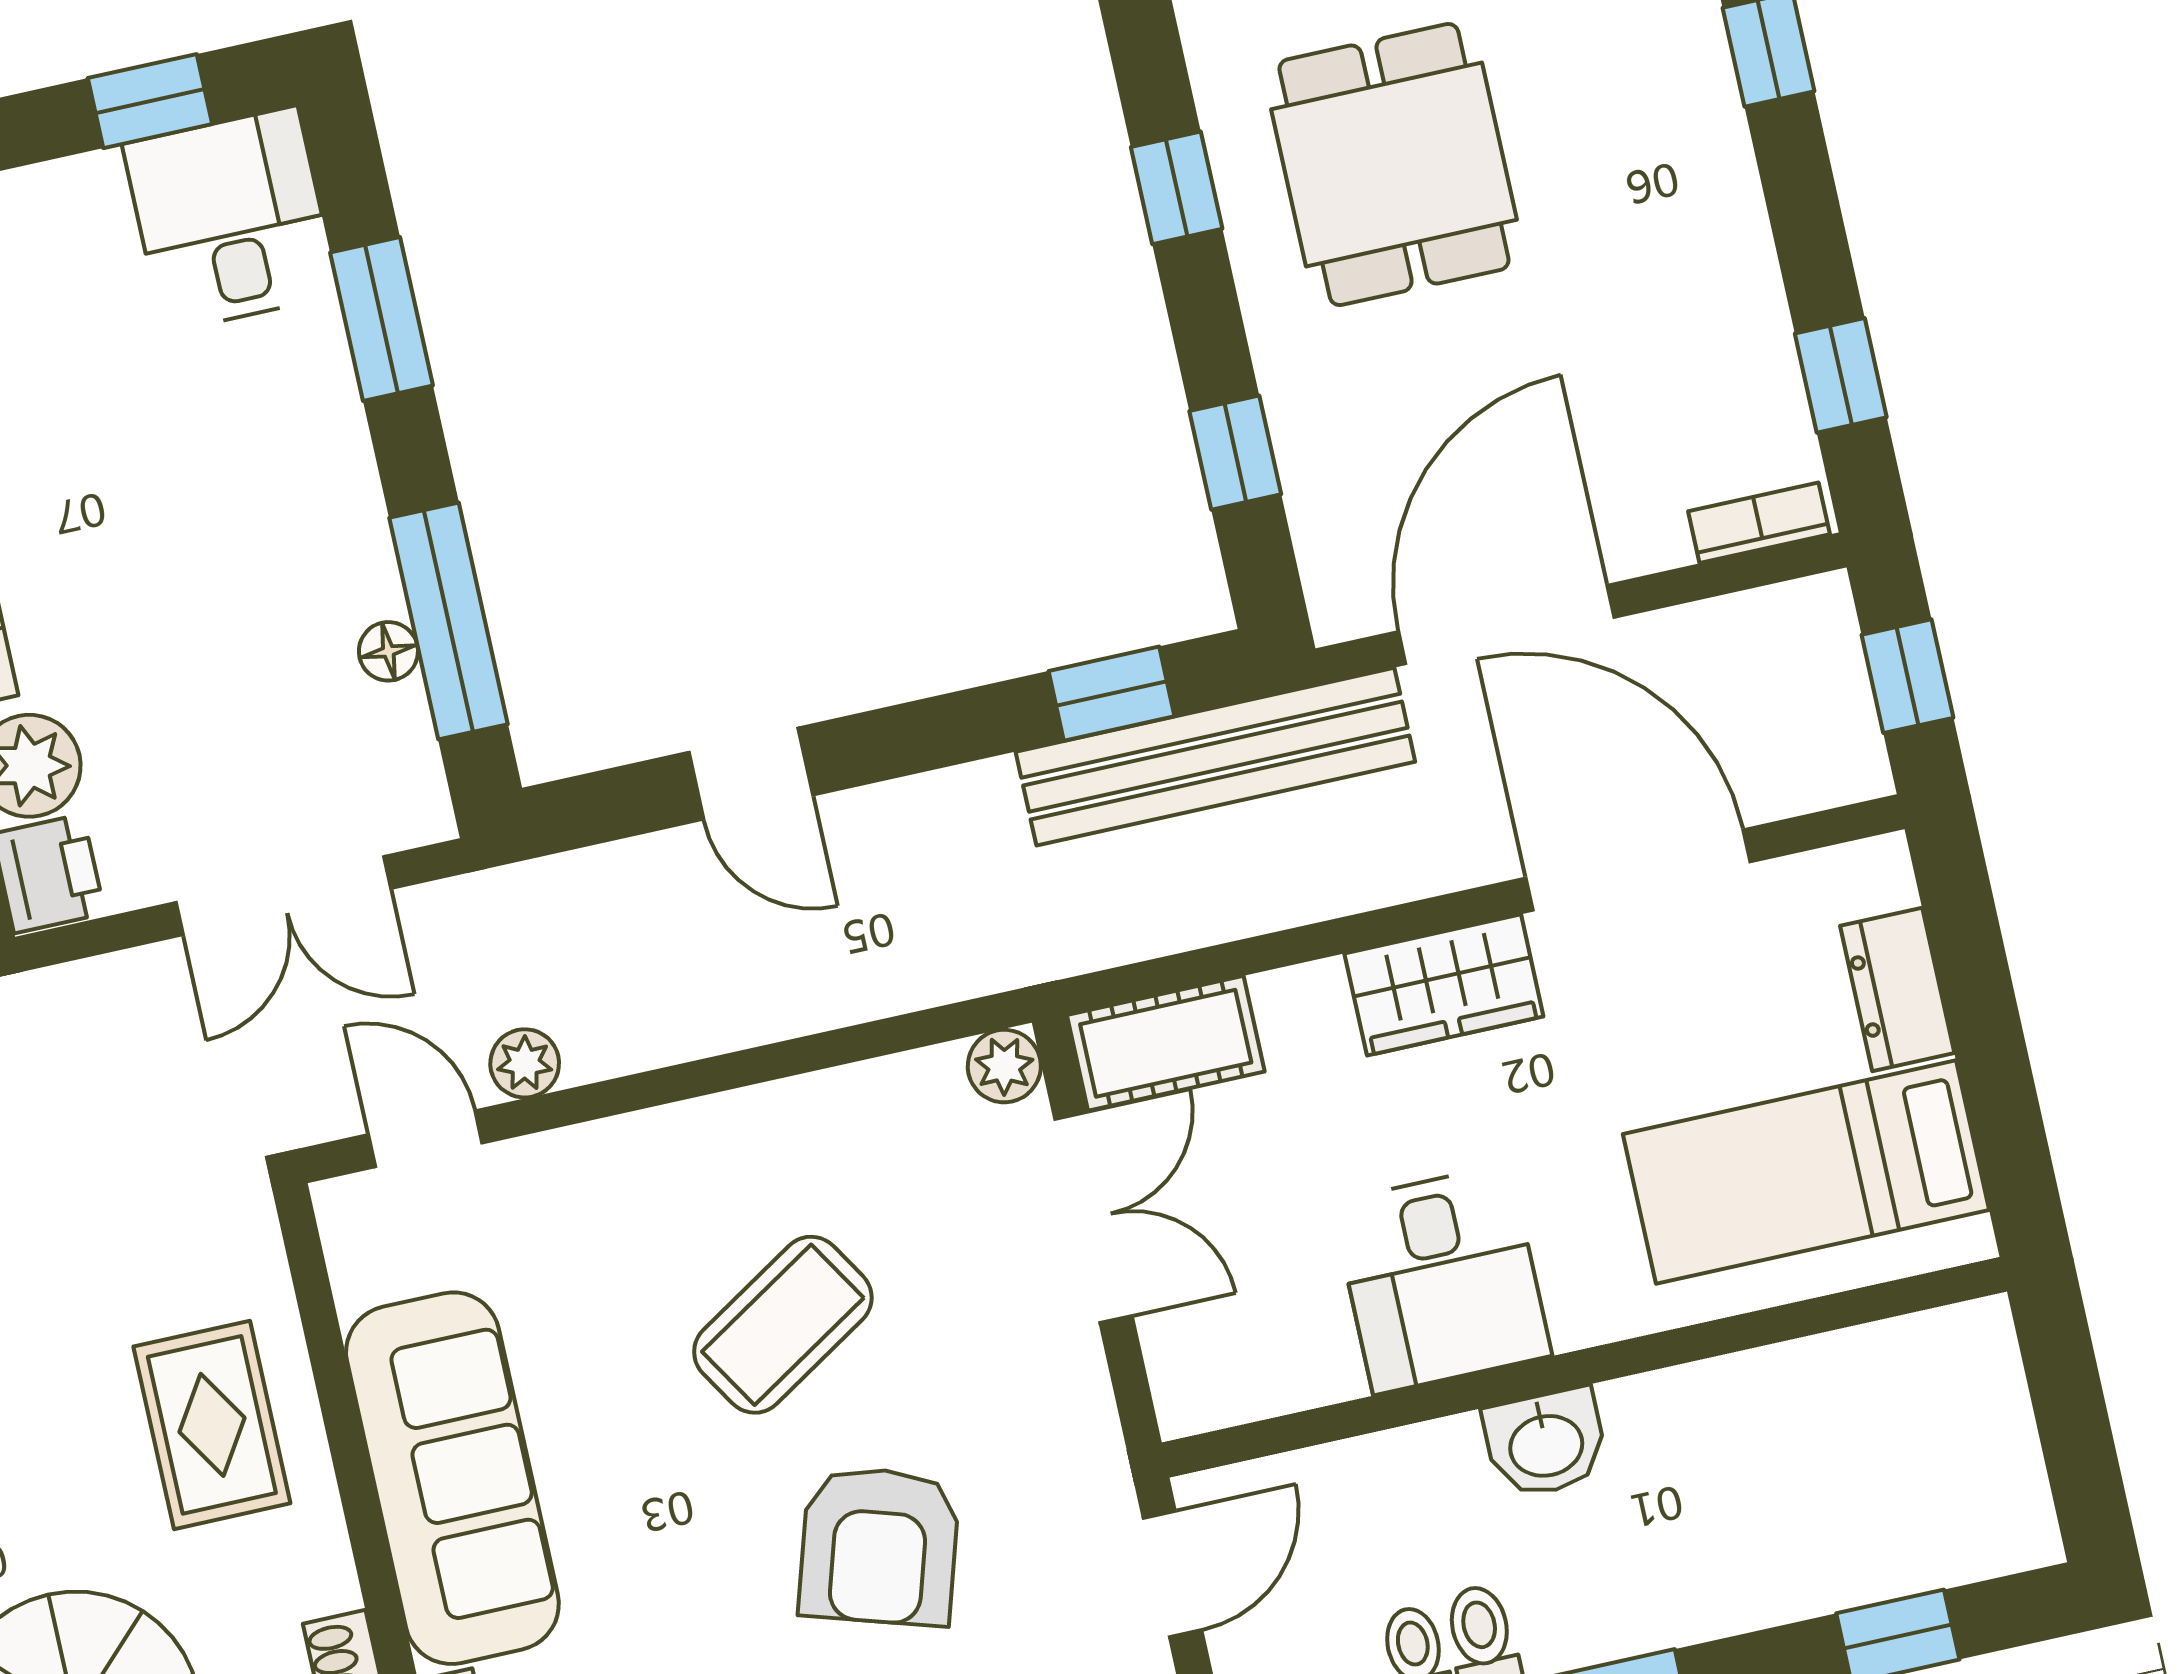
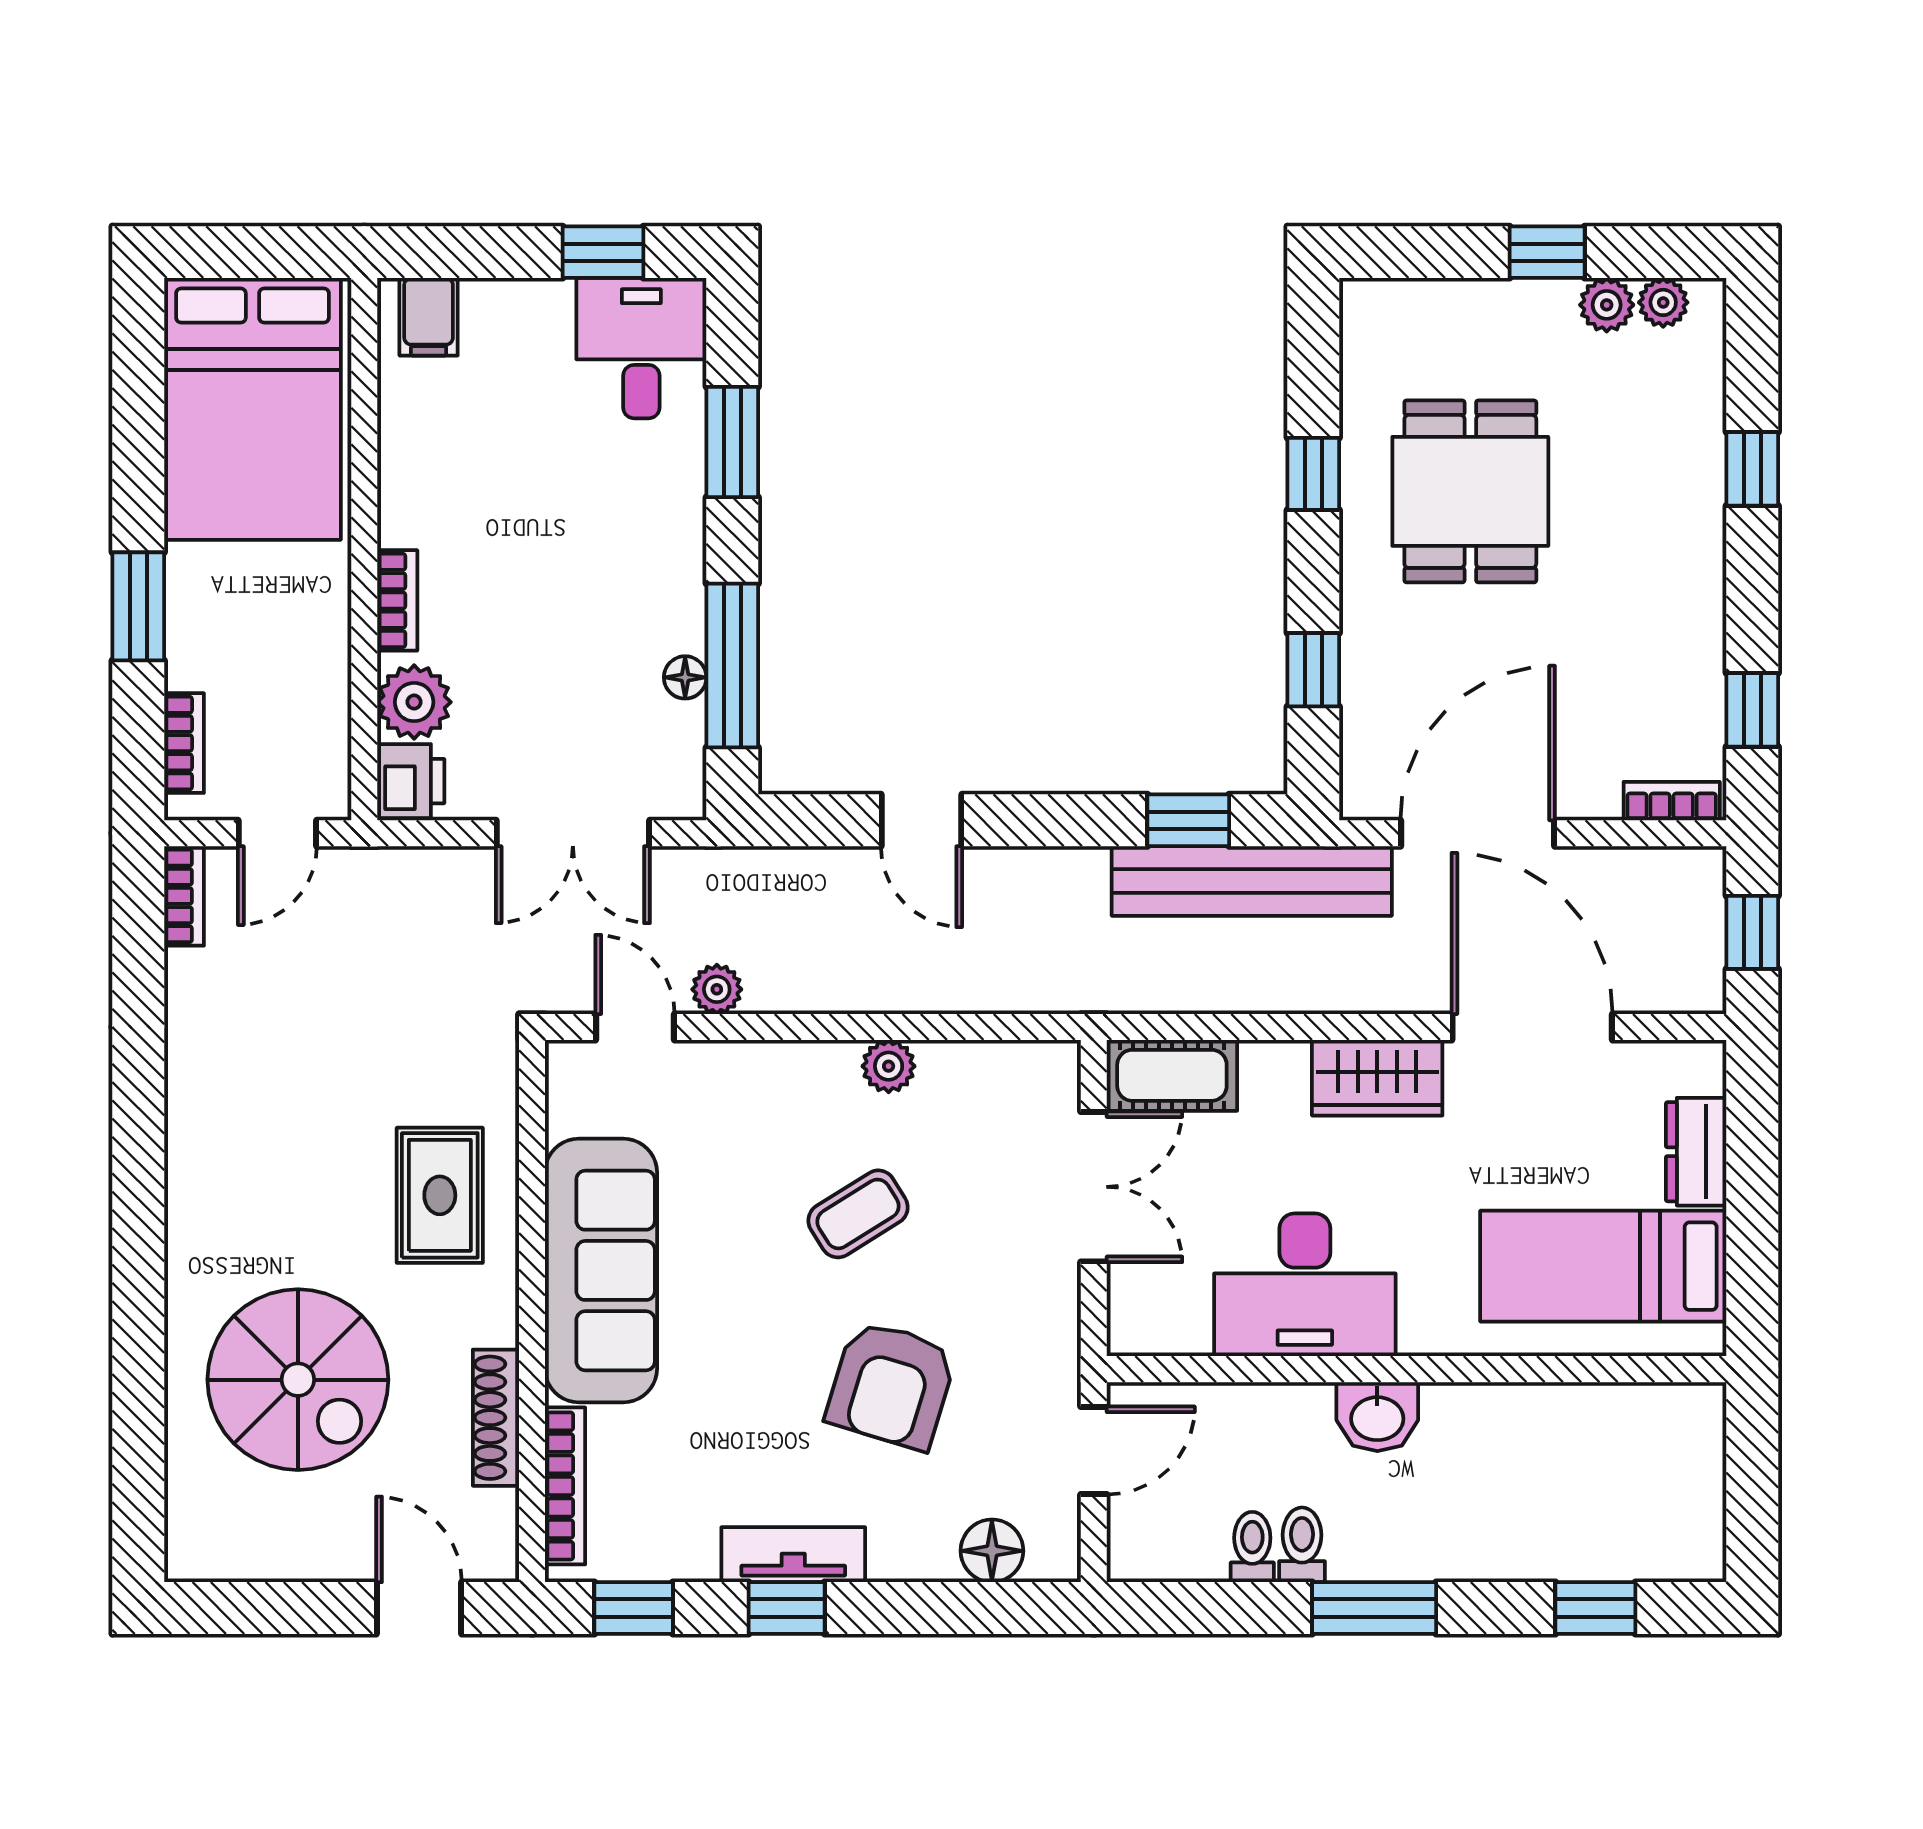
plant: (1004, 1066) -> (889, 1066), moved
desk: (1441, 1279) -> (1305, 1285), width x1.37
coffee table: (783, 1325) -> (858, 1214), width x0.73, depth x0.77

